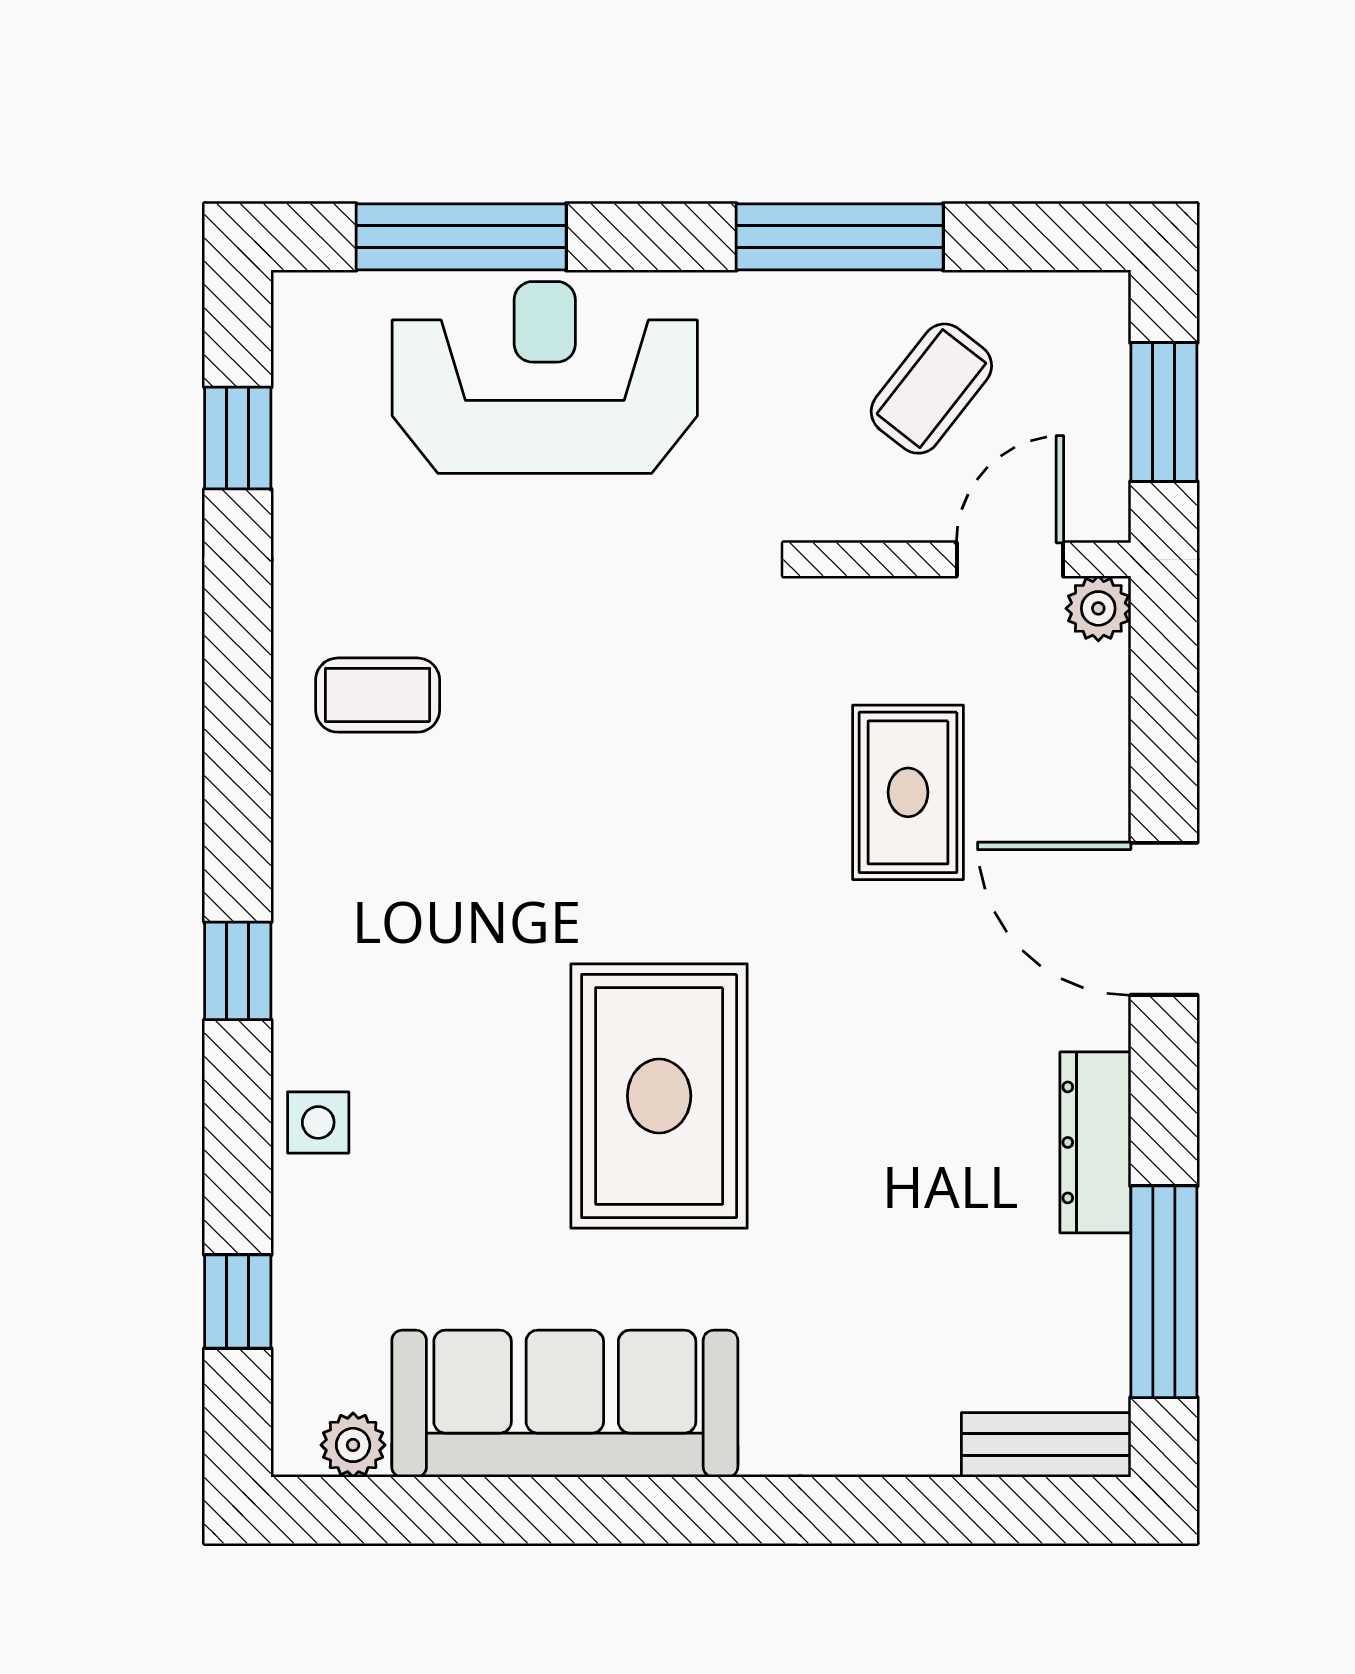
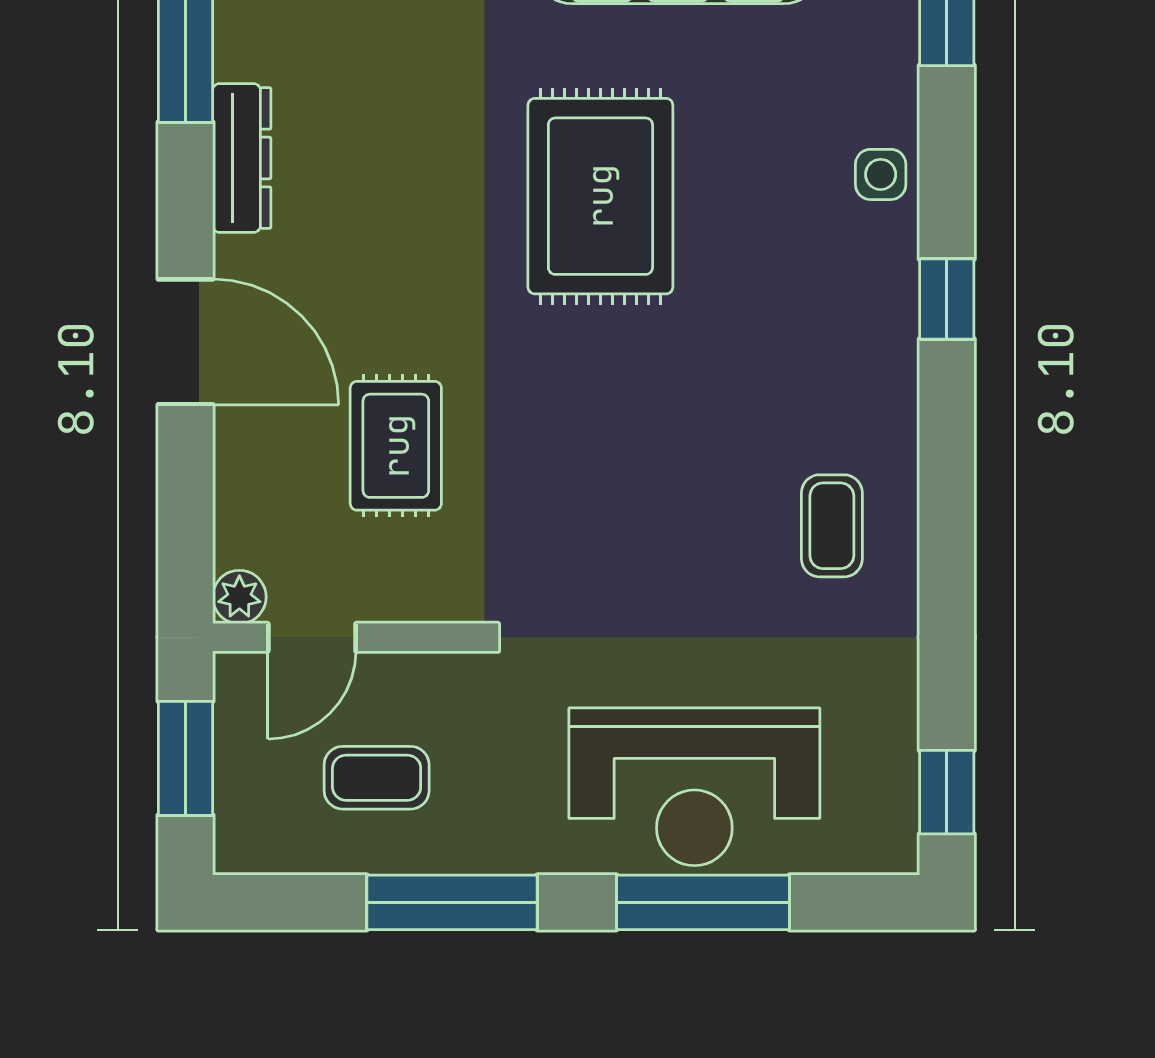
window: (461, 237) -> (703, 902), moved
coffee table: (931, 389) -> (377, 778), turned 52
window: (238, 438) -> (947, 792), moved
coffee table: (378, 695) -> (832, 526), turned 90

